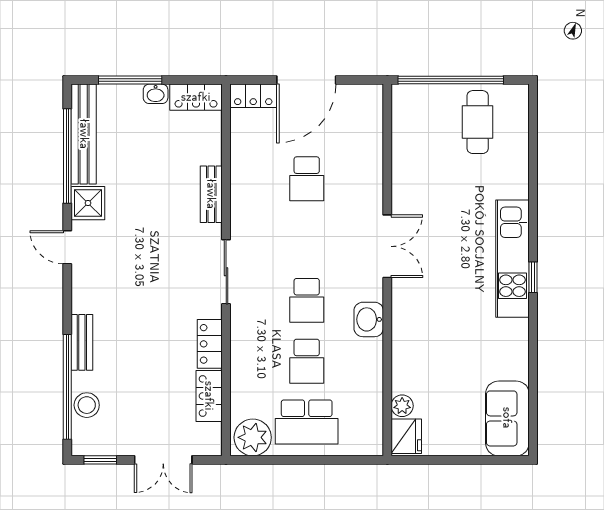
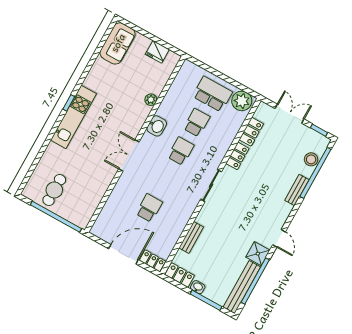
bench: (211, 194) -> (191, 237), moved
plant: (402, 406) -> (151, 100), moved
fridge: (406, 436) -> (157, 52), moved, turned -90

